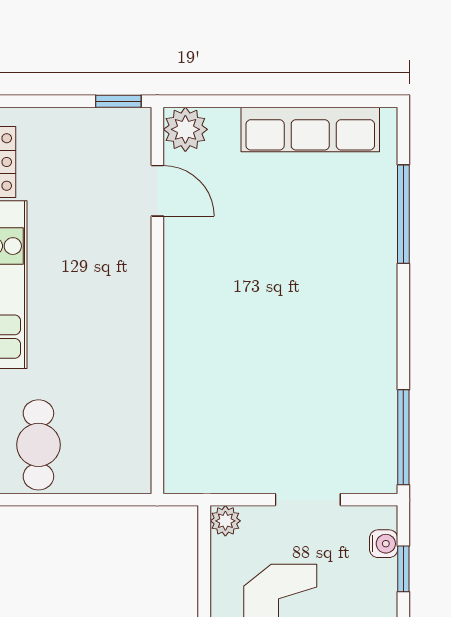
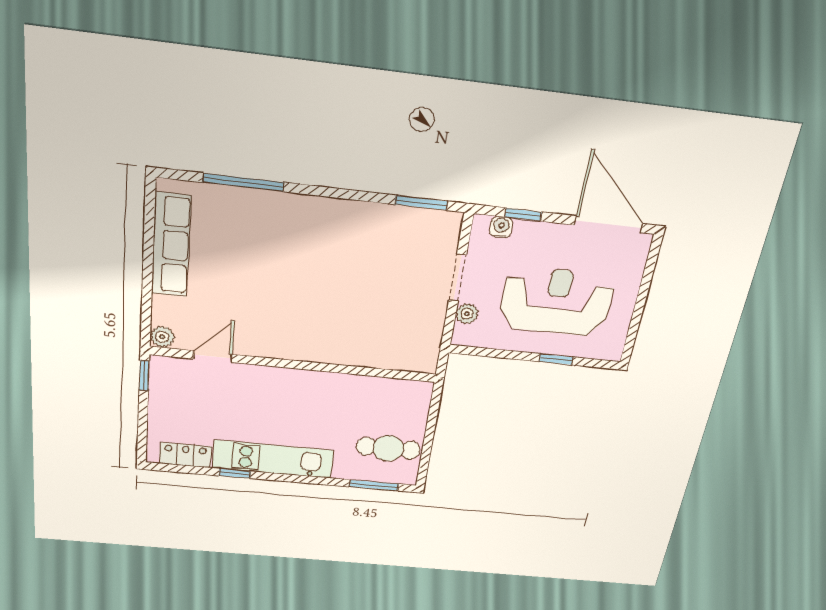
plant: (185, 129) -> (162, 337), width x0.73, depth x0.73
window: (403, 437) -> (421, 203), width x0.69
plant: (225, 521) -> (467, 314), moved

